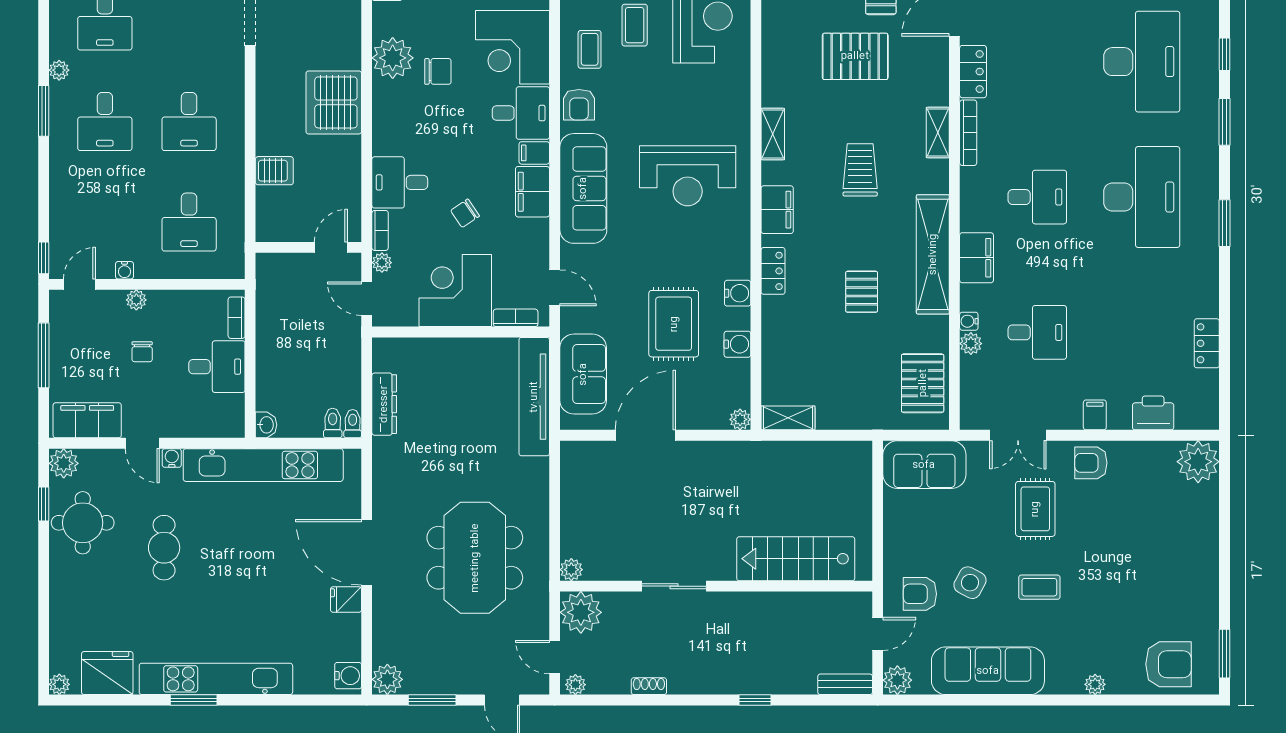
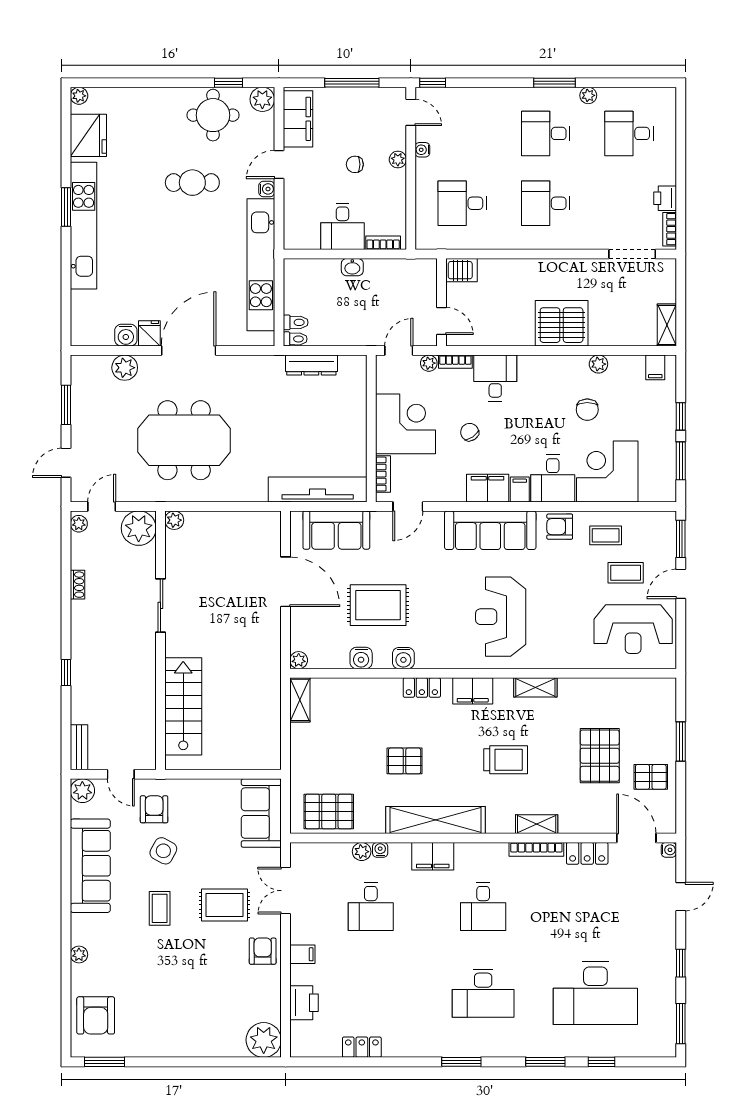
plant: (393, 58) -> (598, 364), width x0.53, depth x0.53
server rack: (274, 171) -> (461, 270), moved, turned -90
desk: (1142, 197) -> (483, 993), width x0.73, depth x0.77
washbasin: (266, 425) -> (352, 267), moved
water cooler: (348, 676) -> (126, 335), moved
plant: (387, 679) -> (125, 368), moved

